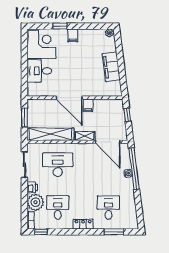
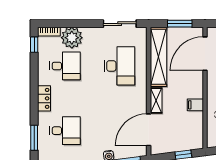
door: (69, 98) -> (205, 54), moved
printer: (32, 187) -> (91, 34), removed

